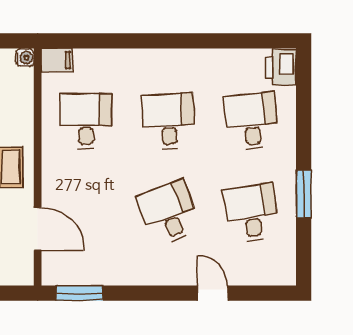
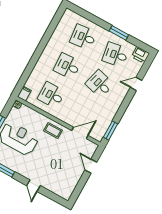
printer: (281, 67) -> (140, 55), moved
desk: (169, 213) -> (100, 84), turned 36

